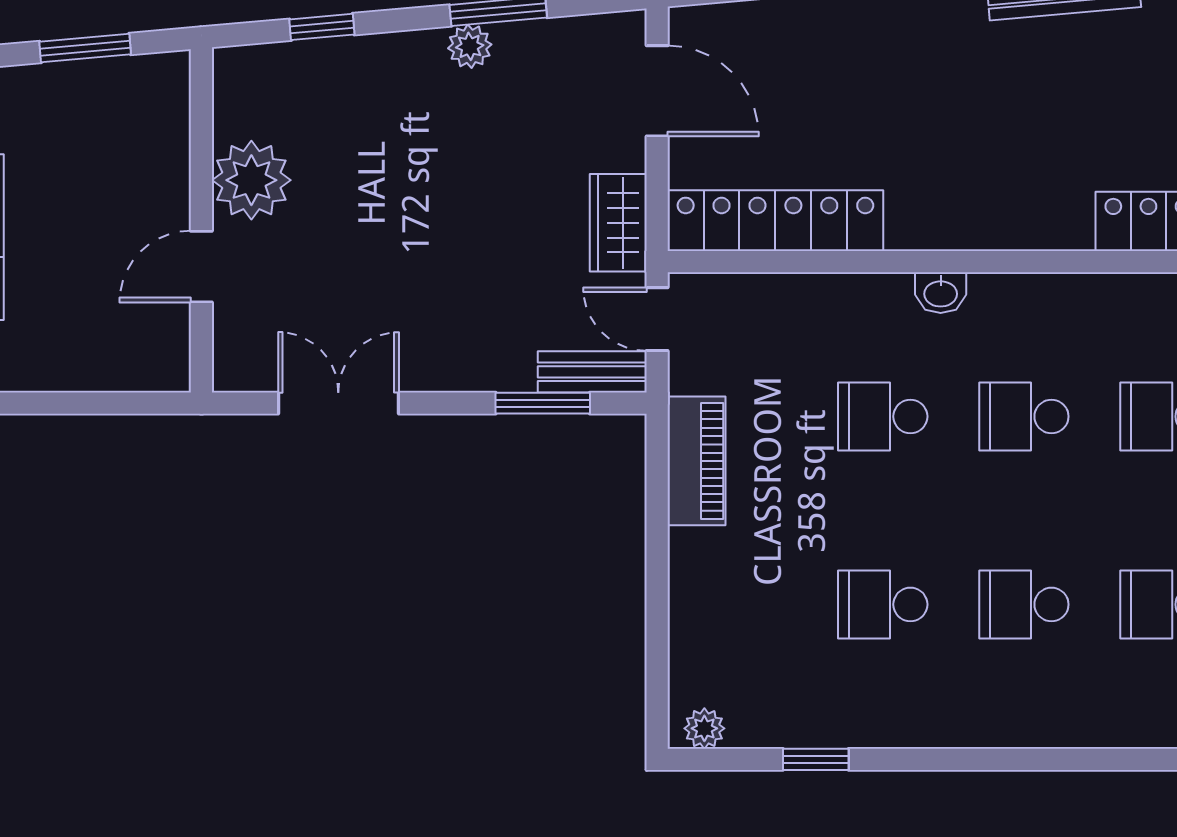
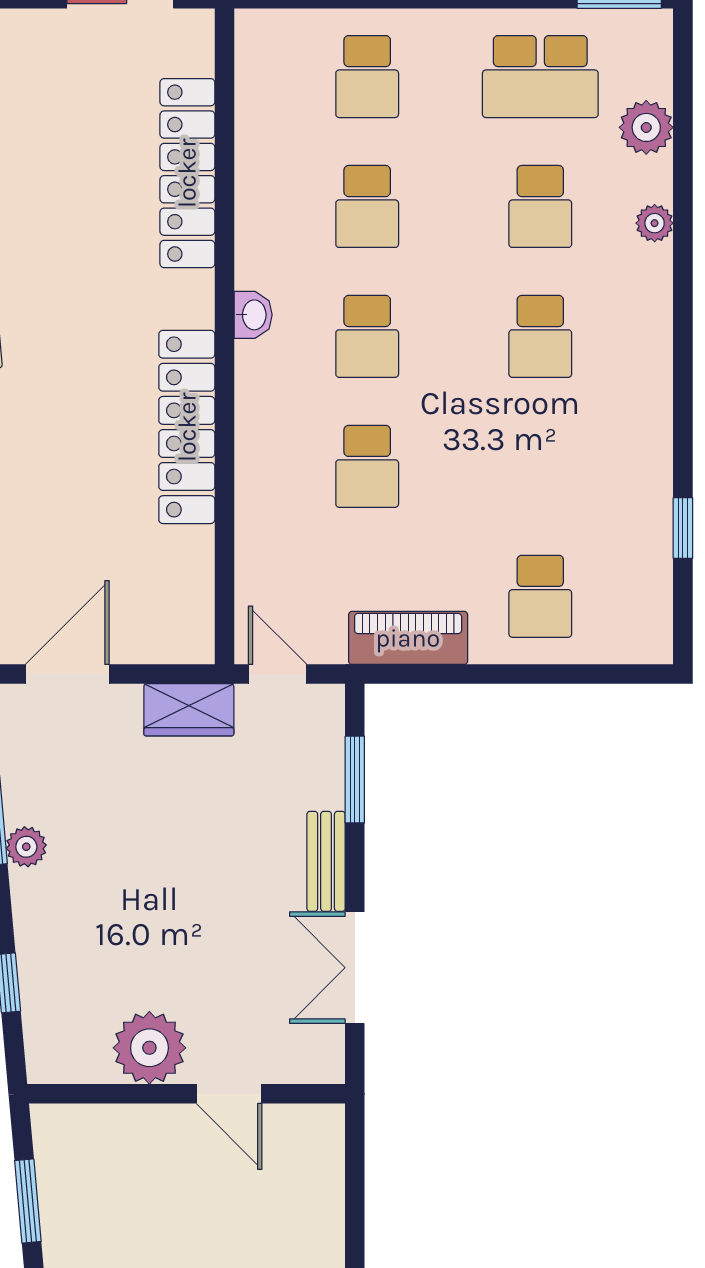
locker: (775, 221) -> (187, 427), moved
washbasin: (941, 293) -> (253, 315), moved
door: (657, 319) -> (278, 674), swing flipped
bench: (592, 372) -> (326, 861), moved
school desk: (883, 604) -> (540, 596), moved
plant: (704, 728) -> (655, 223), moved

